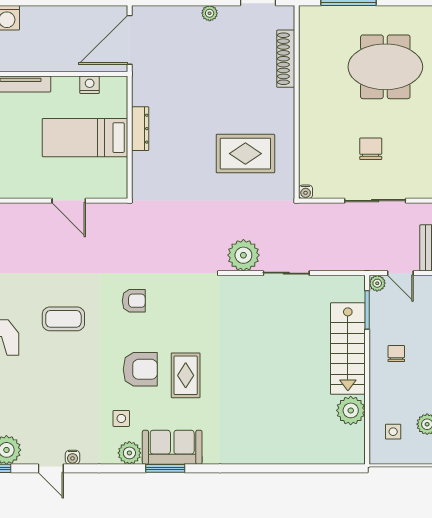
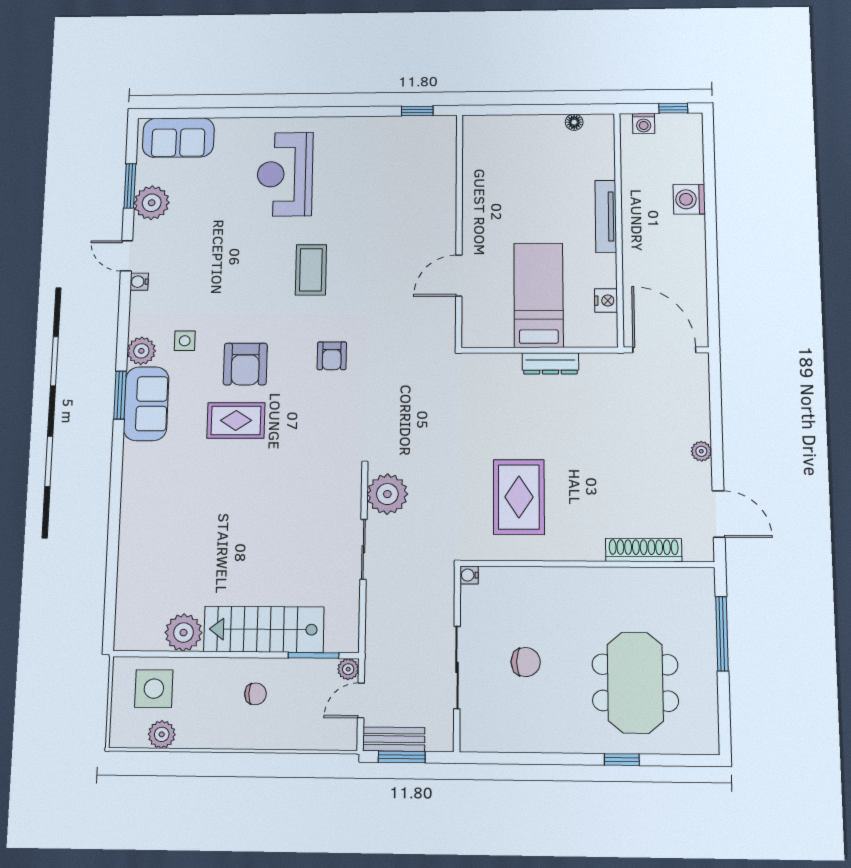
side table: (393, 432) -> (154, 689), width x1.87, depth x1.87
door: (51, 468) -> (127, 256), hinge flipped

